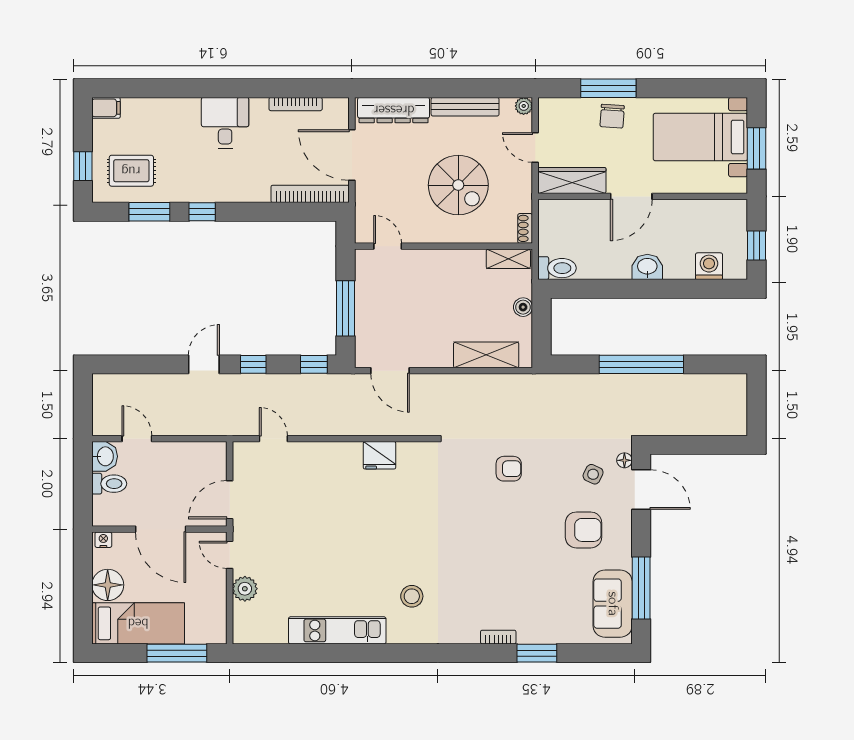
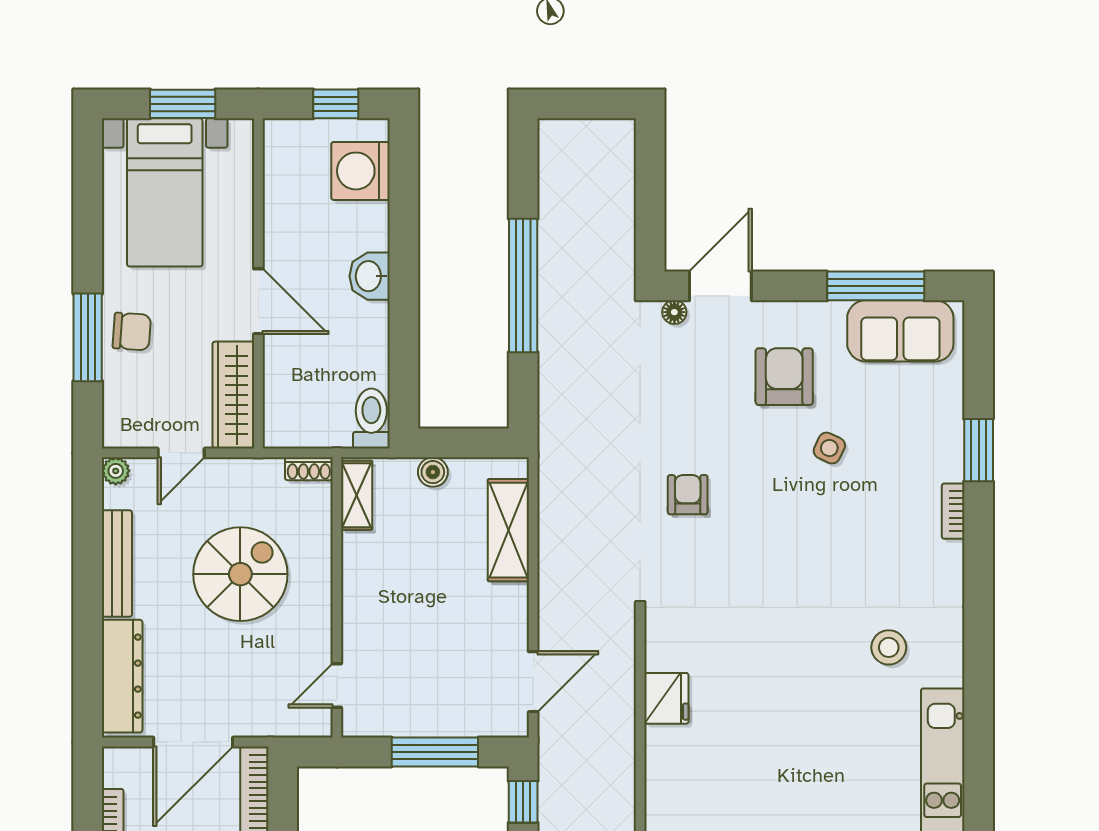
washing machine: (709, 266) -> (361, 171), width x1.37, depth x1.37
side table: (593, 474) -> (829, 448), moved

